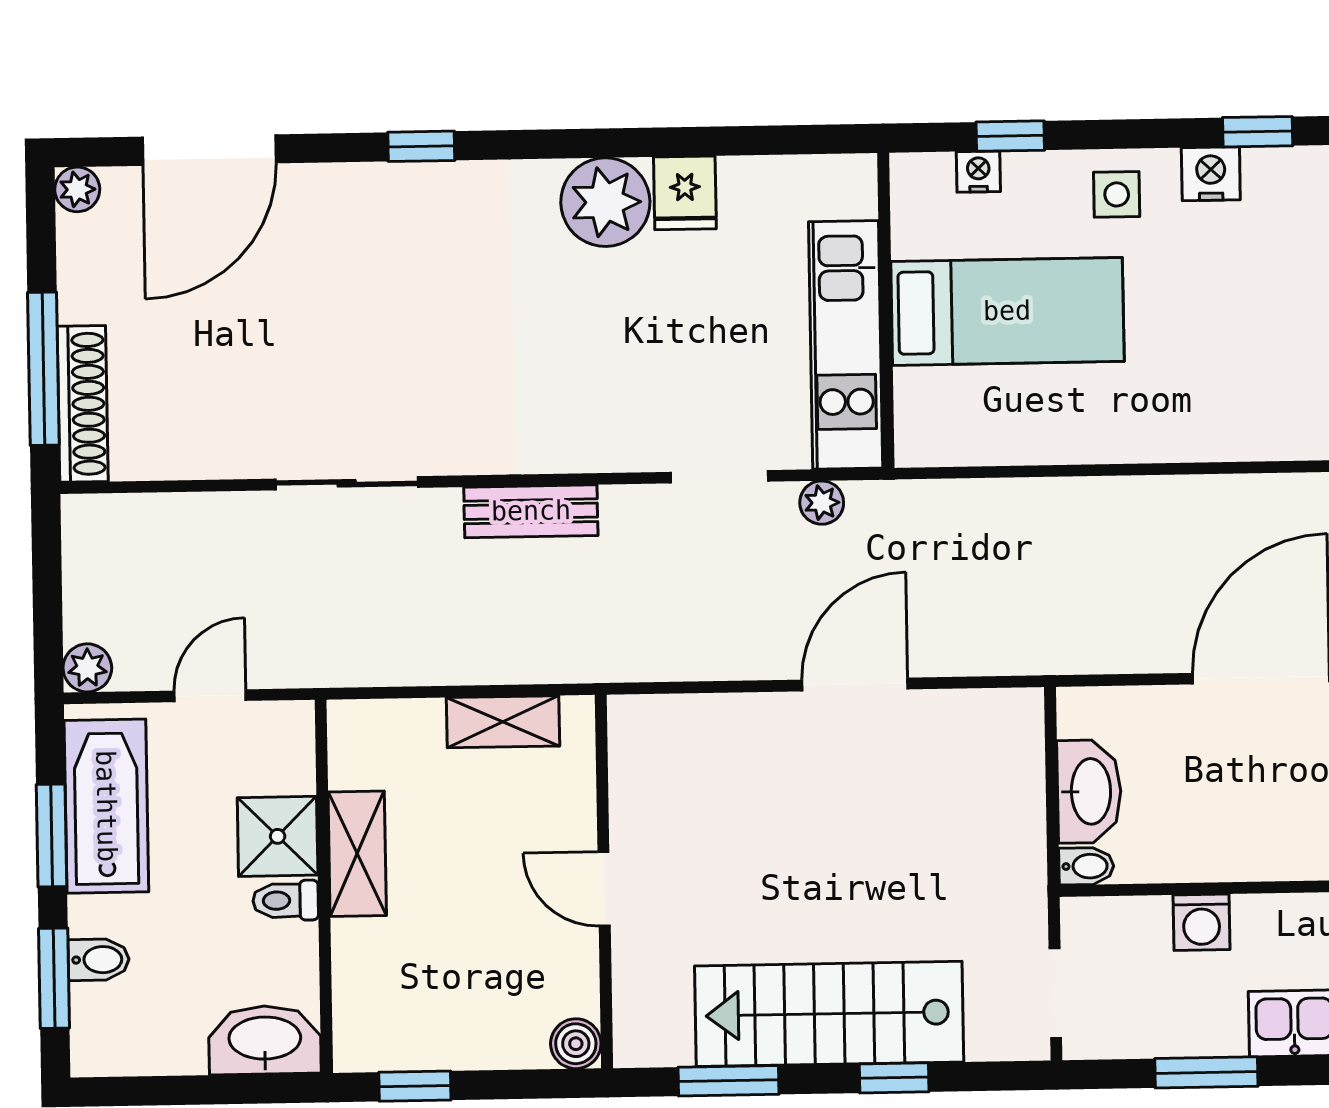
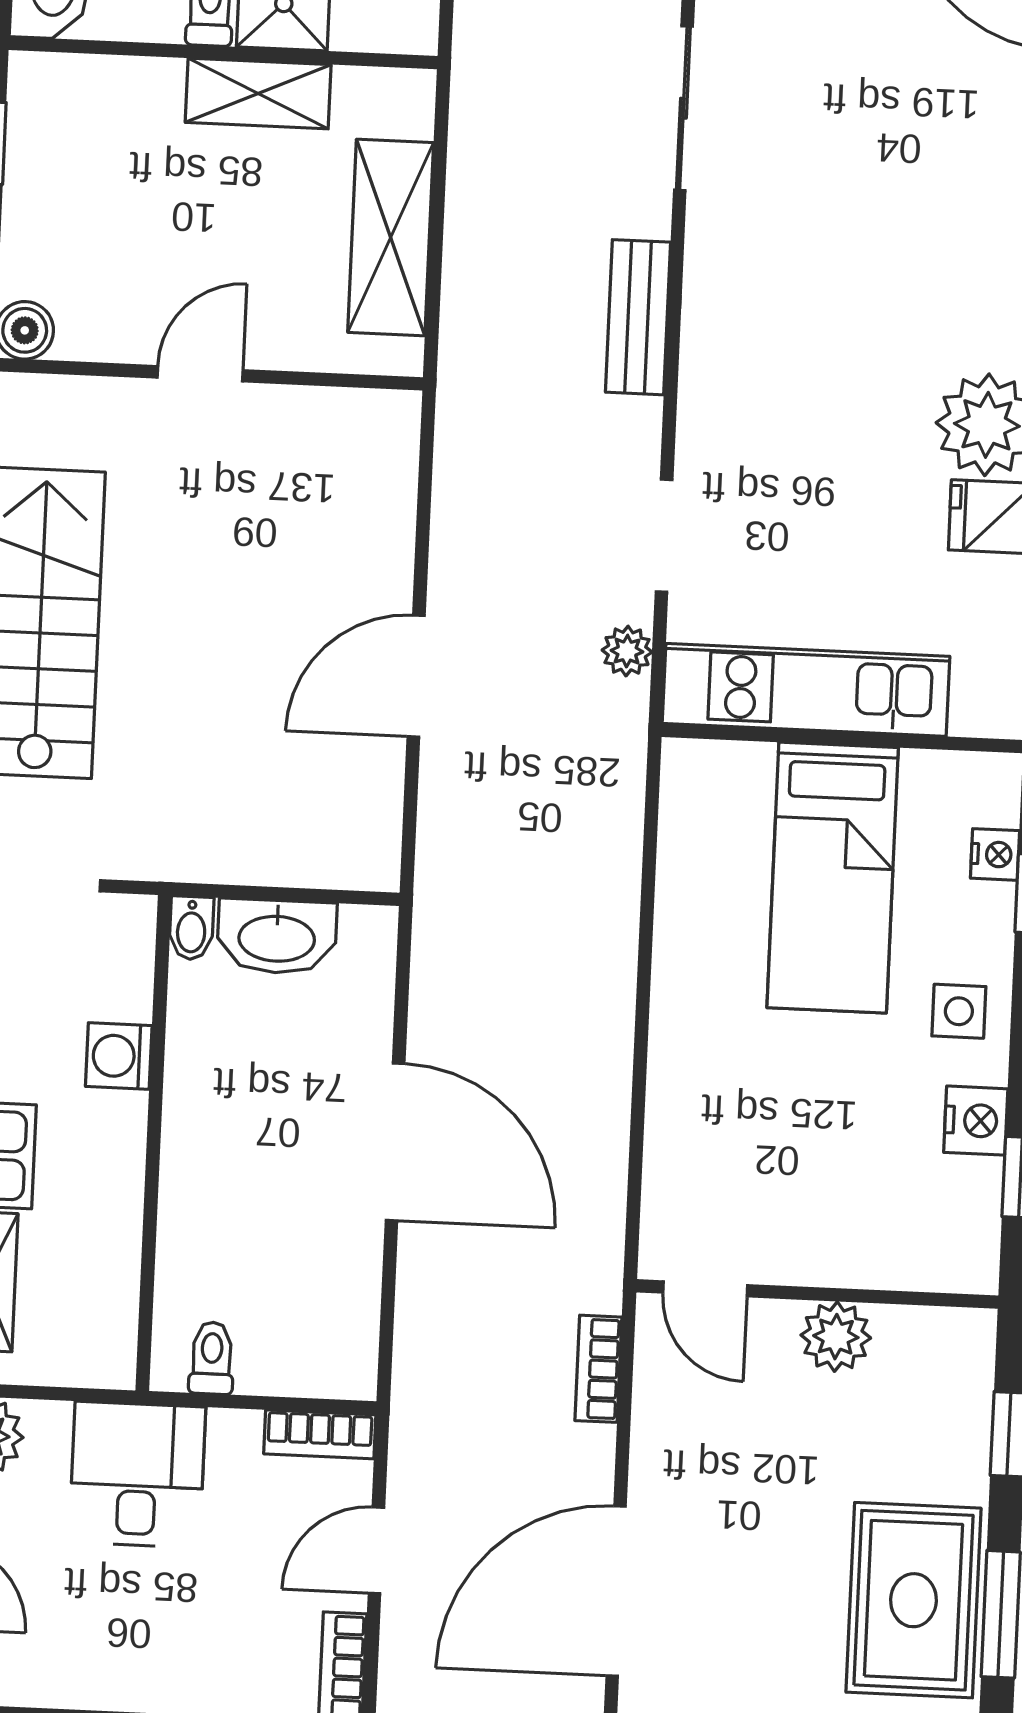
door: (855, 685) -> (416, 676), swing flipped
shelving: (503, 722) -> (391, 237), width x1.50, depth x1.33

